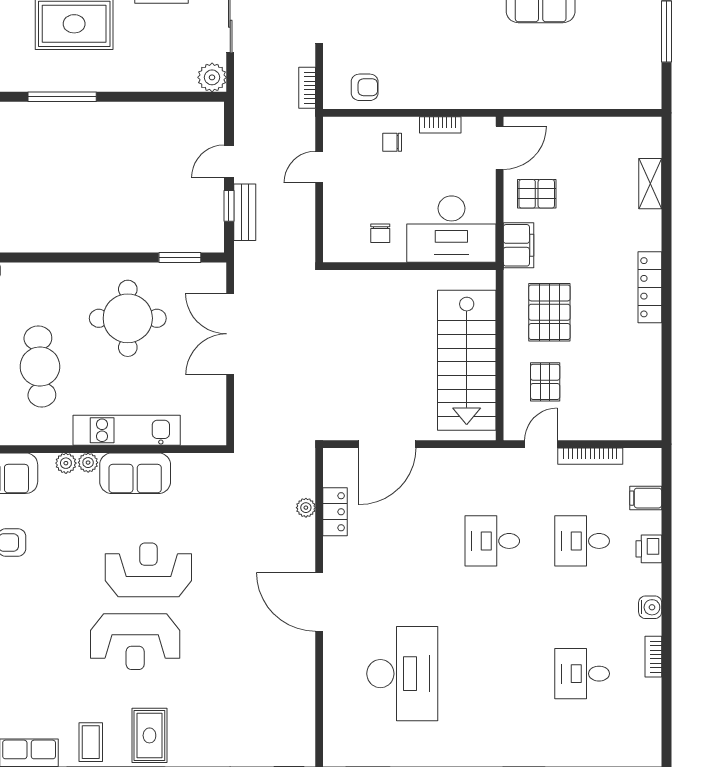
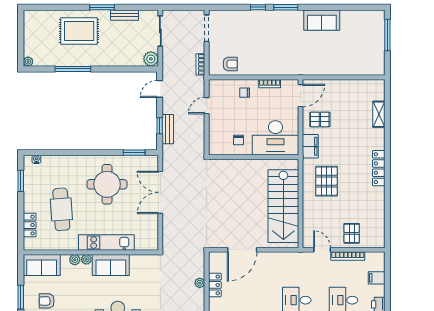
door: (229, 161) -> (160, 89), moved
pallet: (545, 382) -> (352, 233), moved
door: (541, 444) -> (322, 250), hinge flipped

